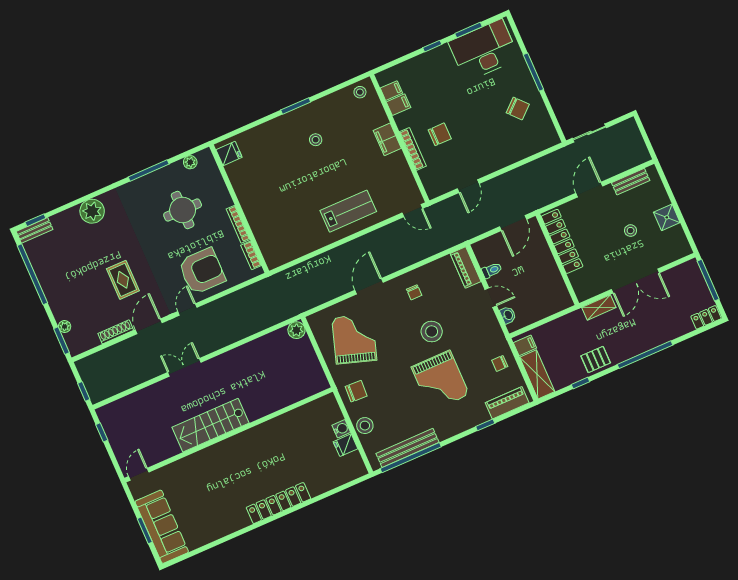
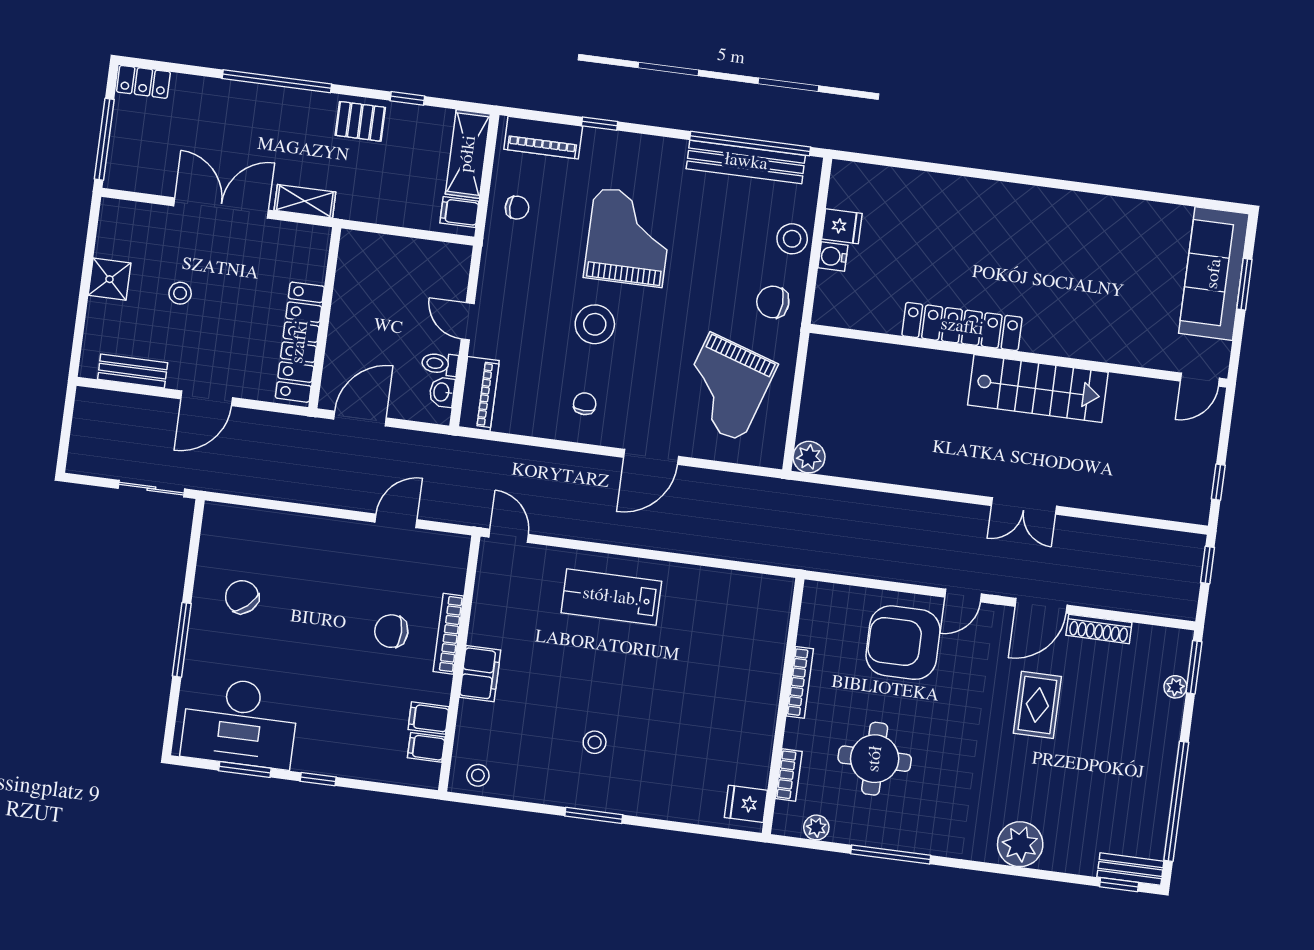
bookcase: (251, 255) -> (789, 775), moved
washbasin: (508, 315) -> (442, 392), moved
locker: (278, 503) -> (962, 327), moved, turned 180

